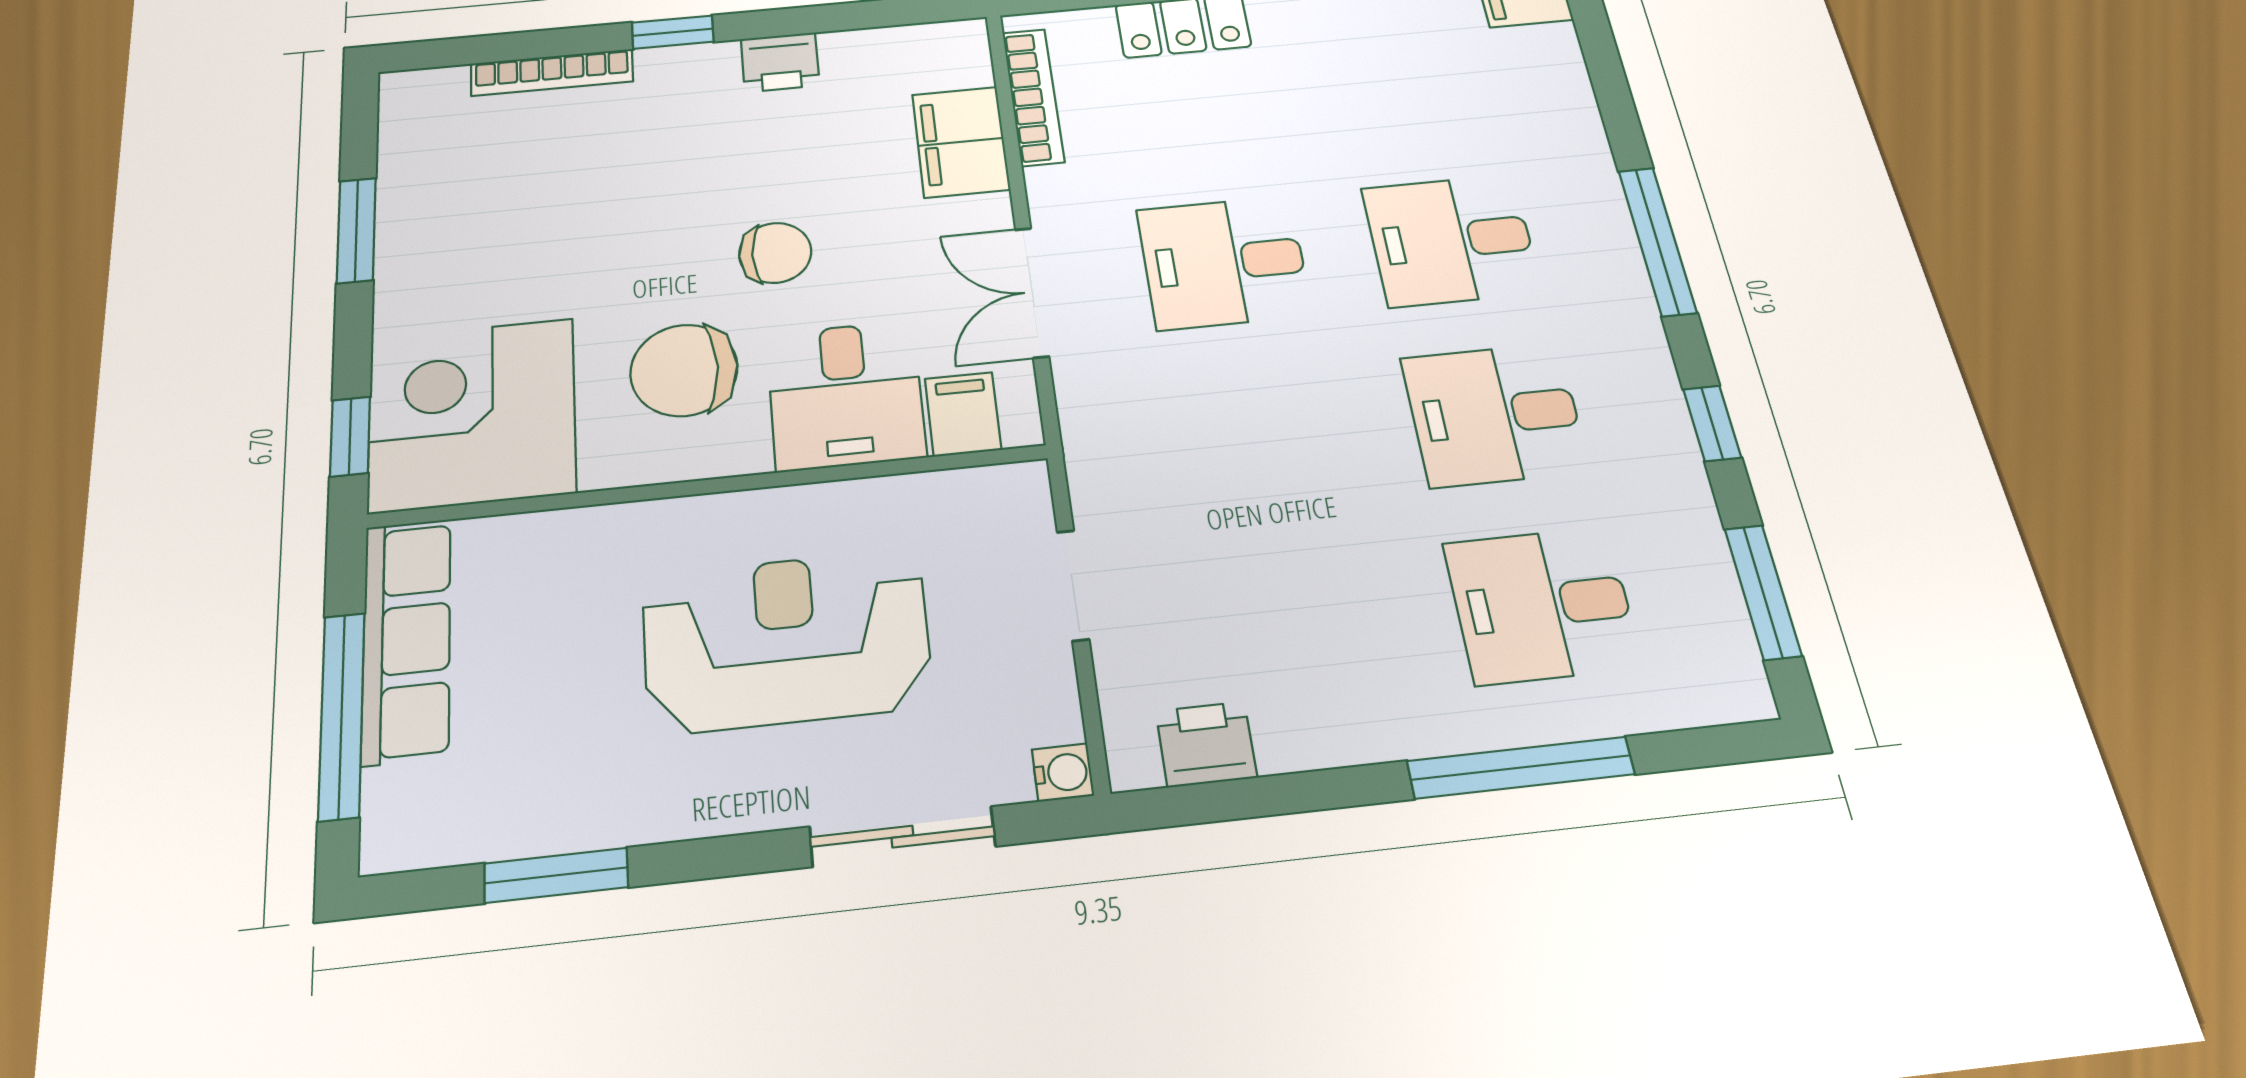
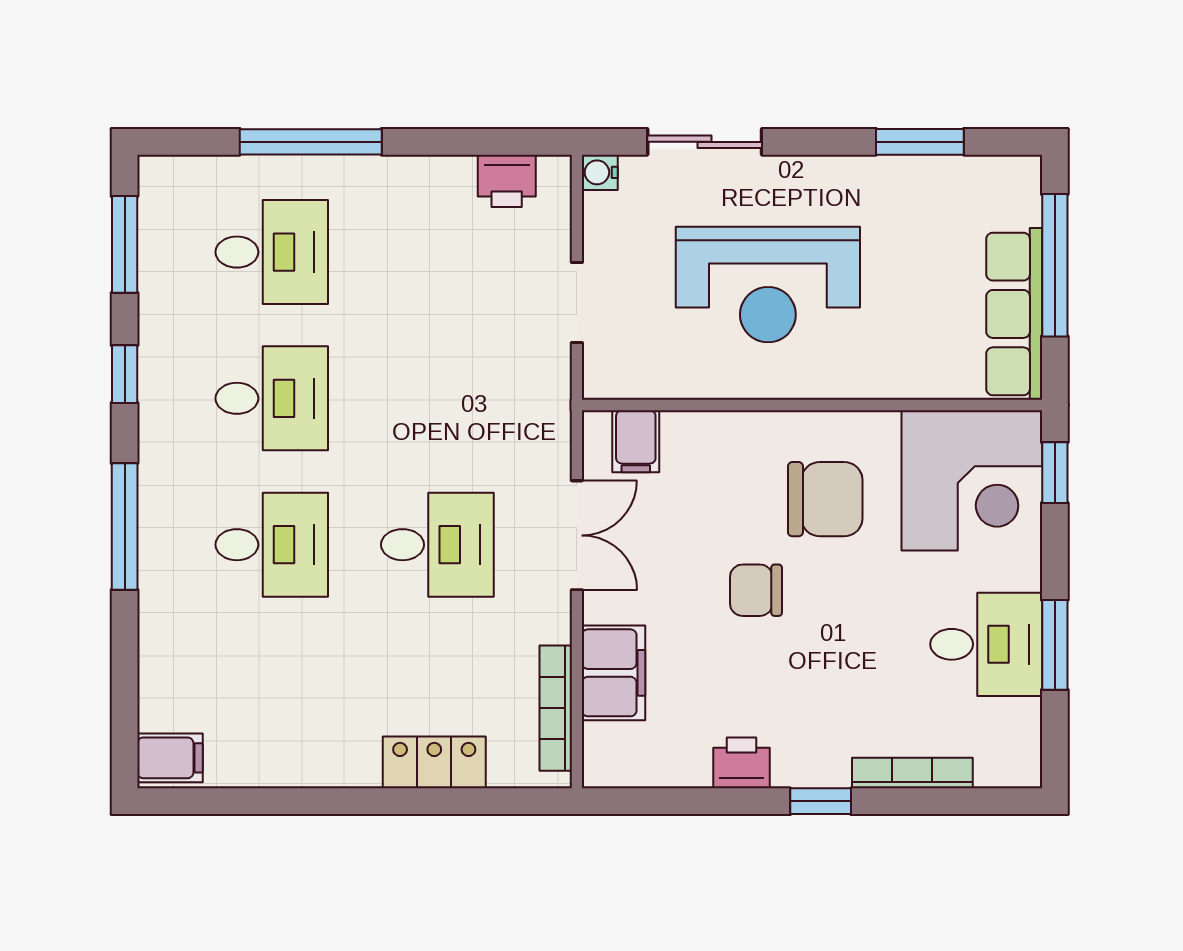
desk: (846, 395) -> (986, 644), moved, turned 90

